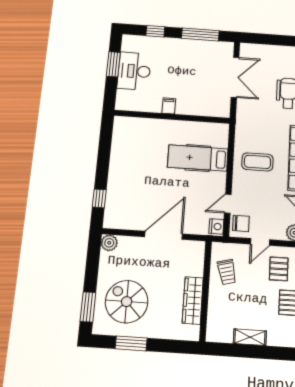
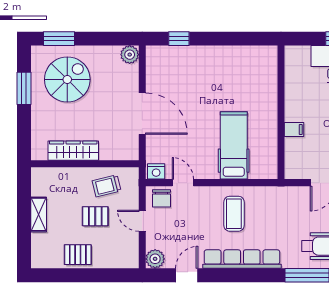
filing cabinet: (169, 106) -> (294, 129), moved
pallet: (279, 269) -> (95, 216), moved

